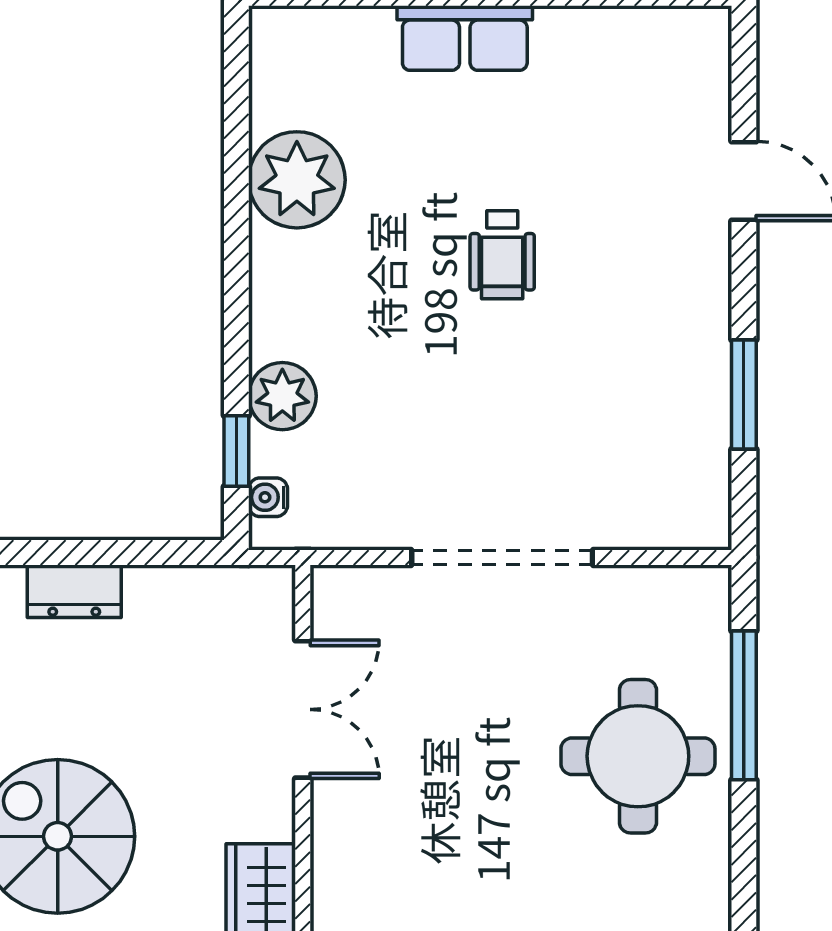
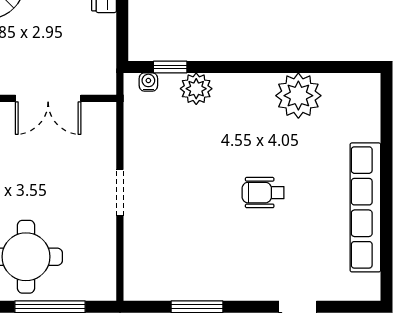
row of seats: (465, 38) -> (365, 207), width x2.02
doorway: (502, 557) -> (120, 193), width x0.53

